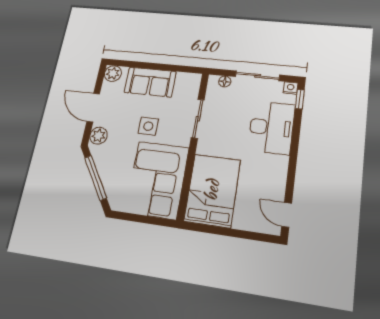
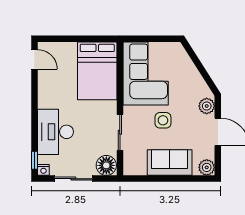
floor lamp: (225, 81) -> (106, 165), width x1.89, depth x1.89
window: (96, 178) -> (201, 68), removed

